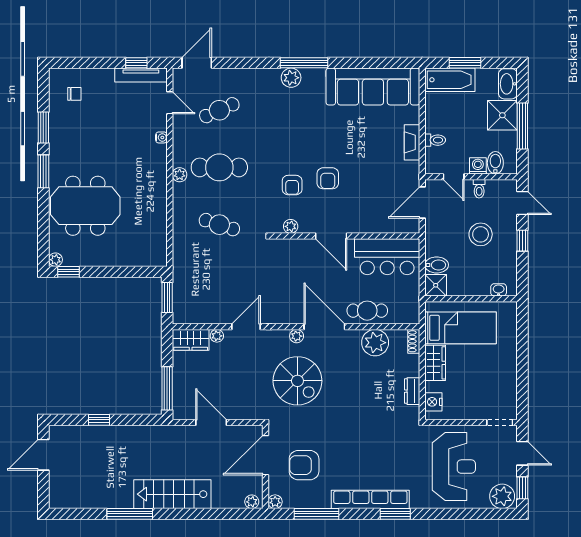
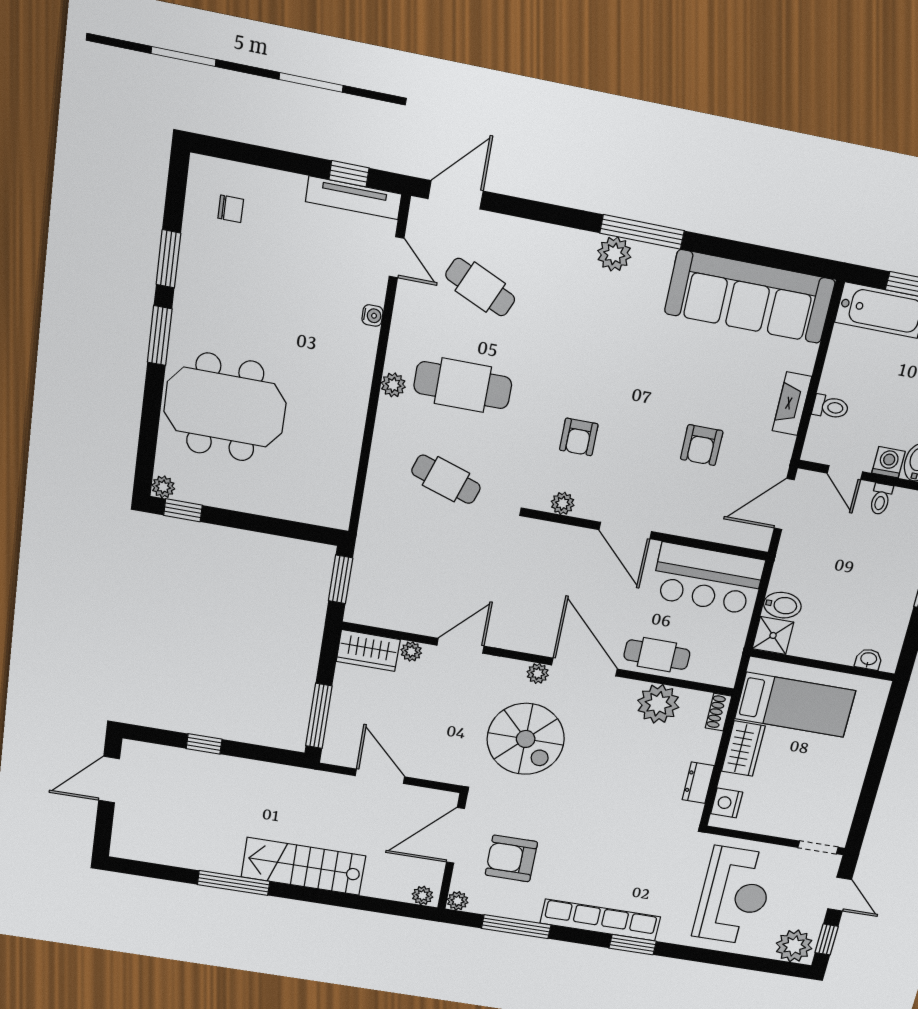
cafe table: (219, 110) -> (480, 287), turned 48
armchair: (328, 178) -> (702, 445), moved
stool: (481, 234) -> (864, 571), removed

